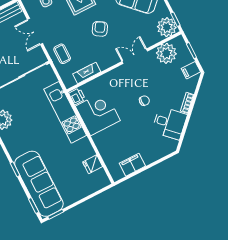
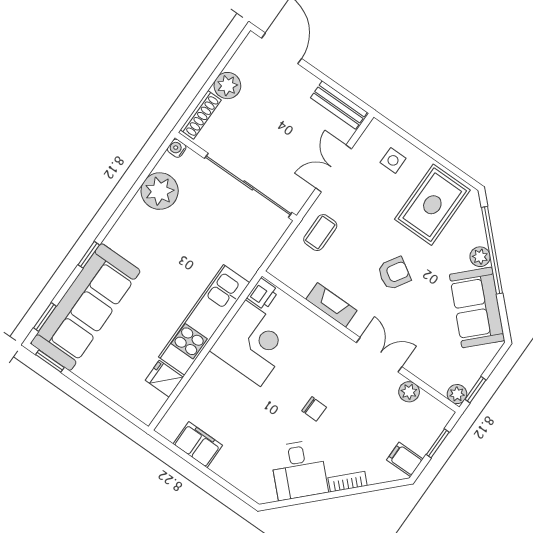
plant: (167, 27) -> (457, 394), width x0.53, depth x0.53
plant: (166, 53) -> (409, 392), width x0.53, depth x0.53
fireplace: (87, 73) -> (331, 305), moved
kitchen unit: (65, 112) -> (204, 320), moved

